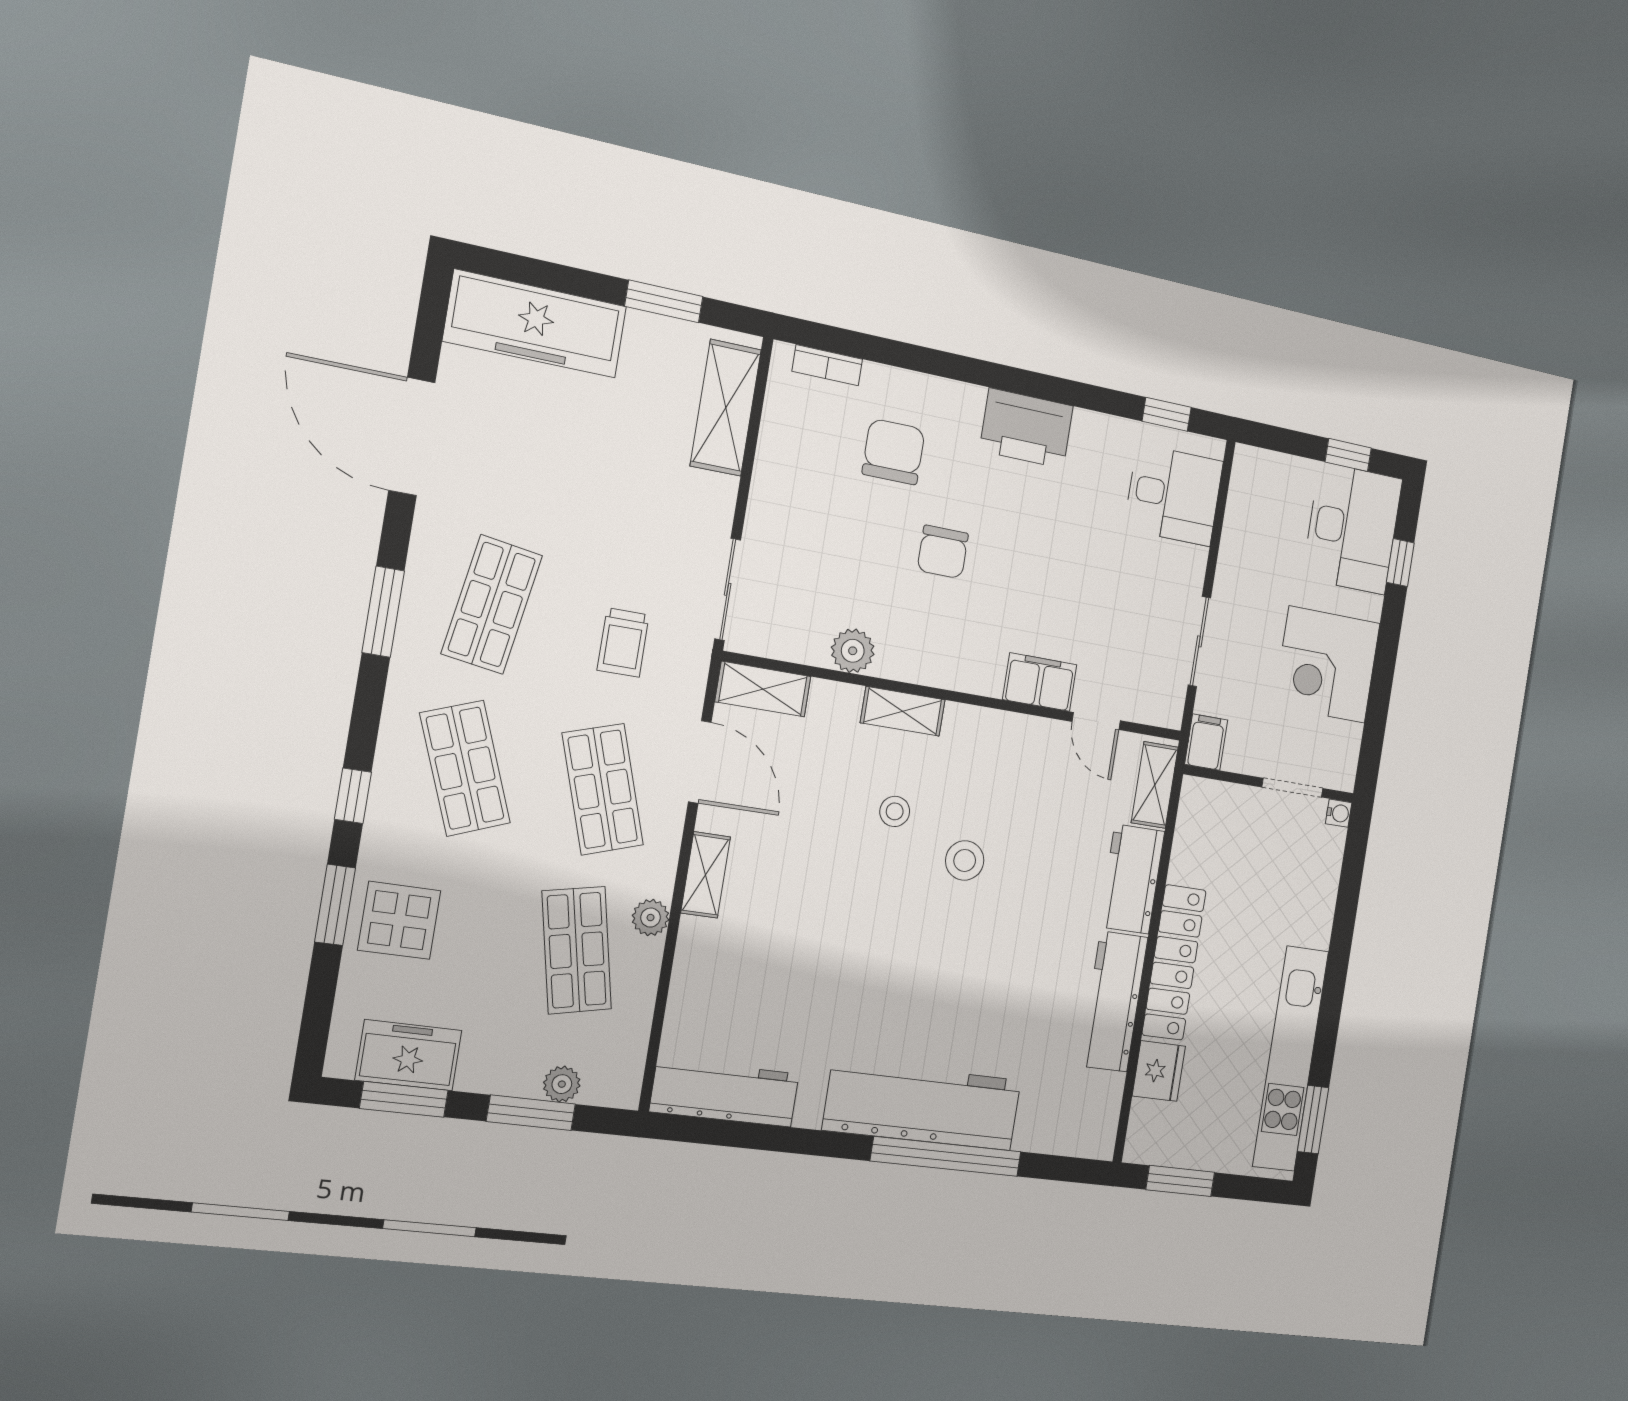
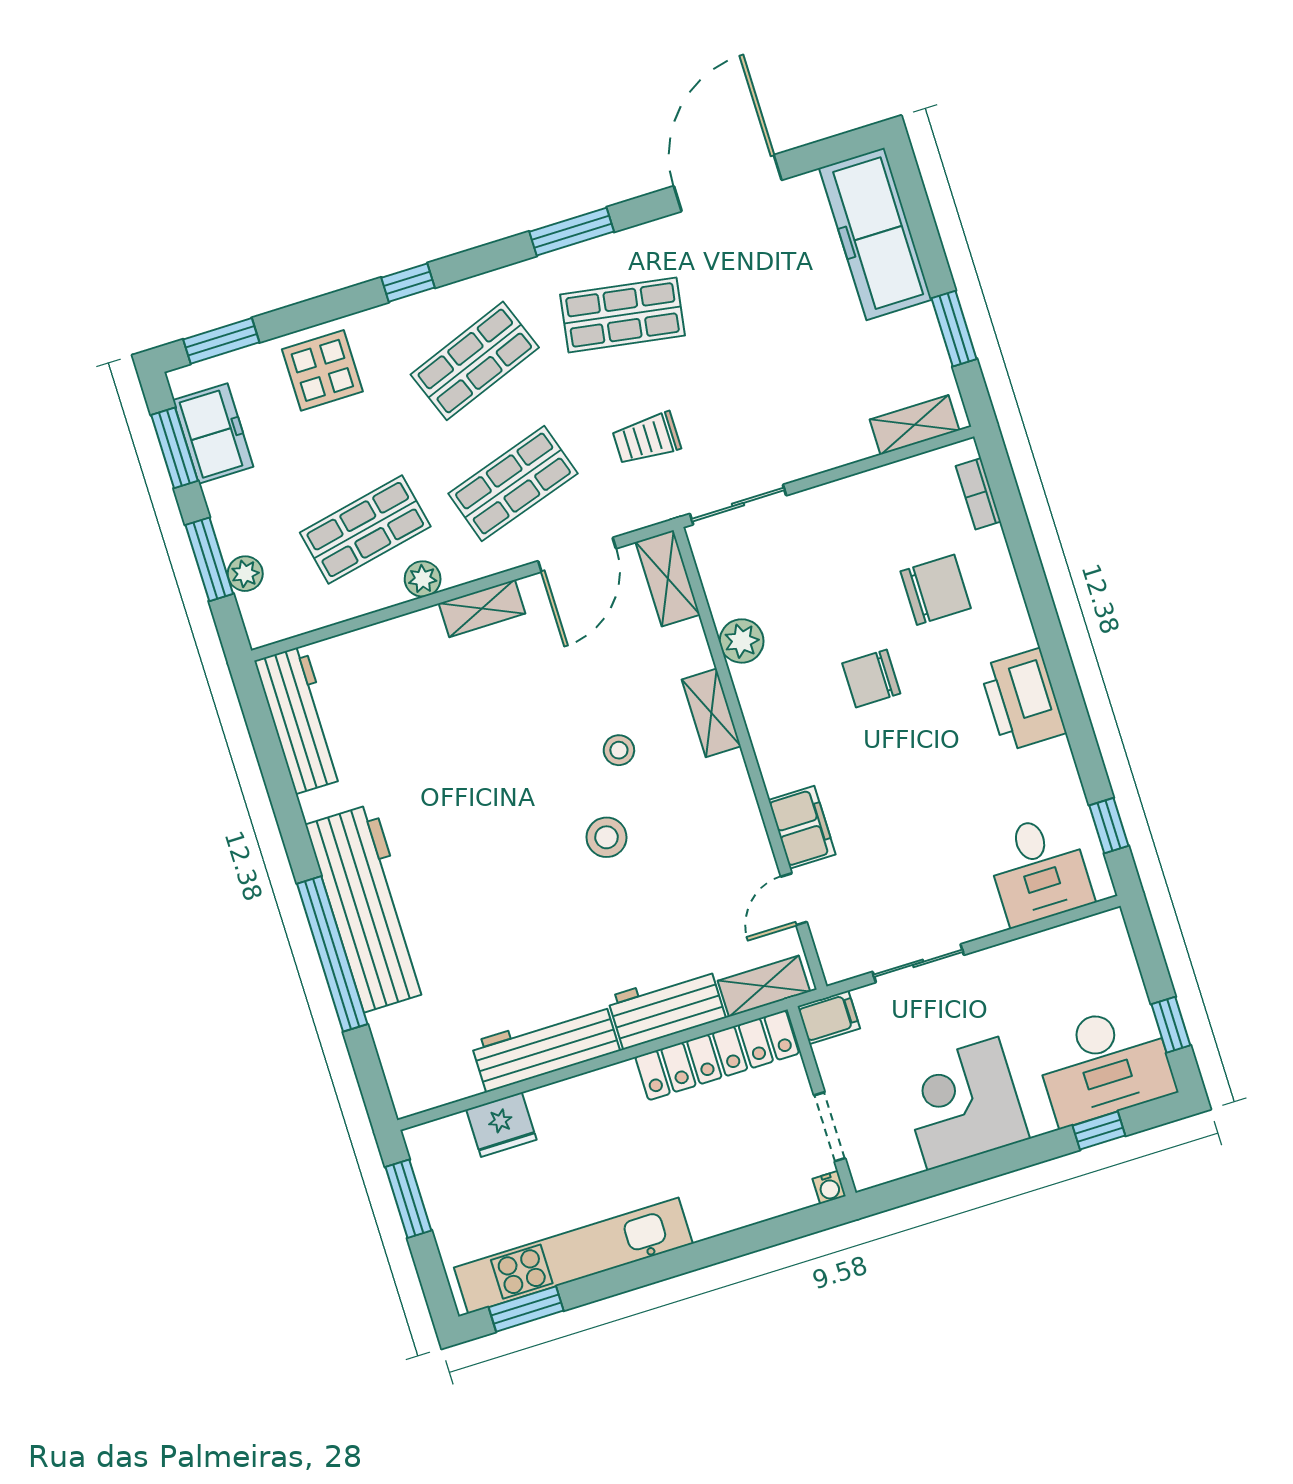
shelving: (726, 408) -> (914, 425), width x0.67, depth x0.75
window: (335, 905) -> (221, 341), moved
locker: (1174, 963) -> (717, 1055), moved

